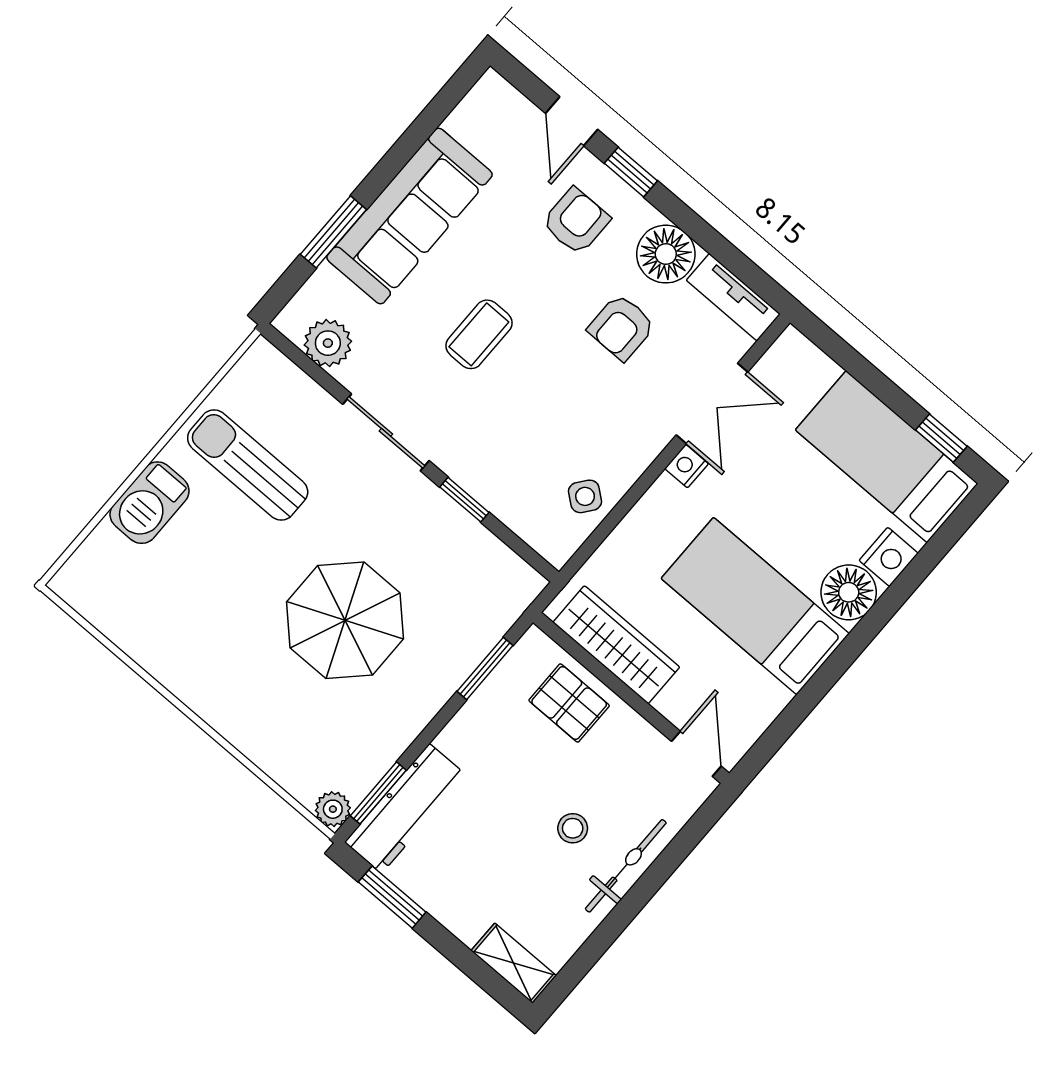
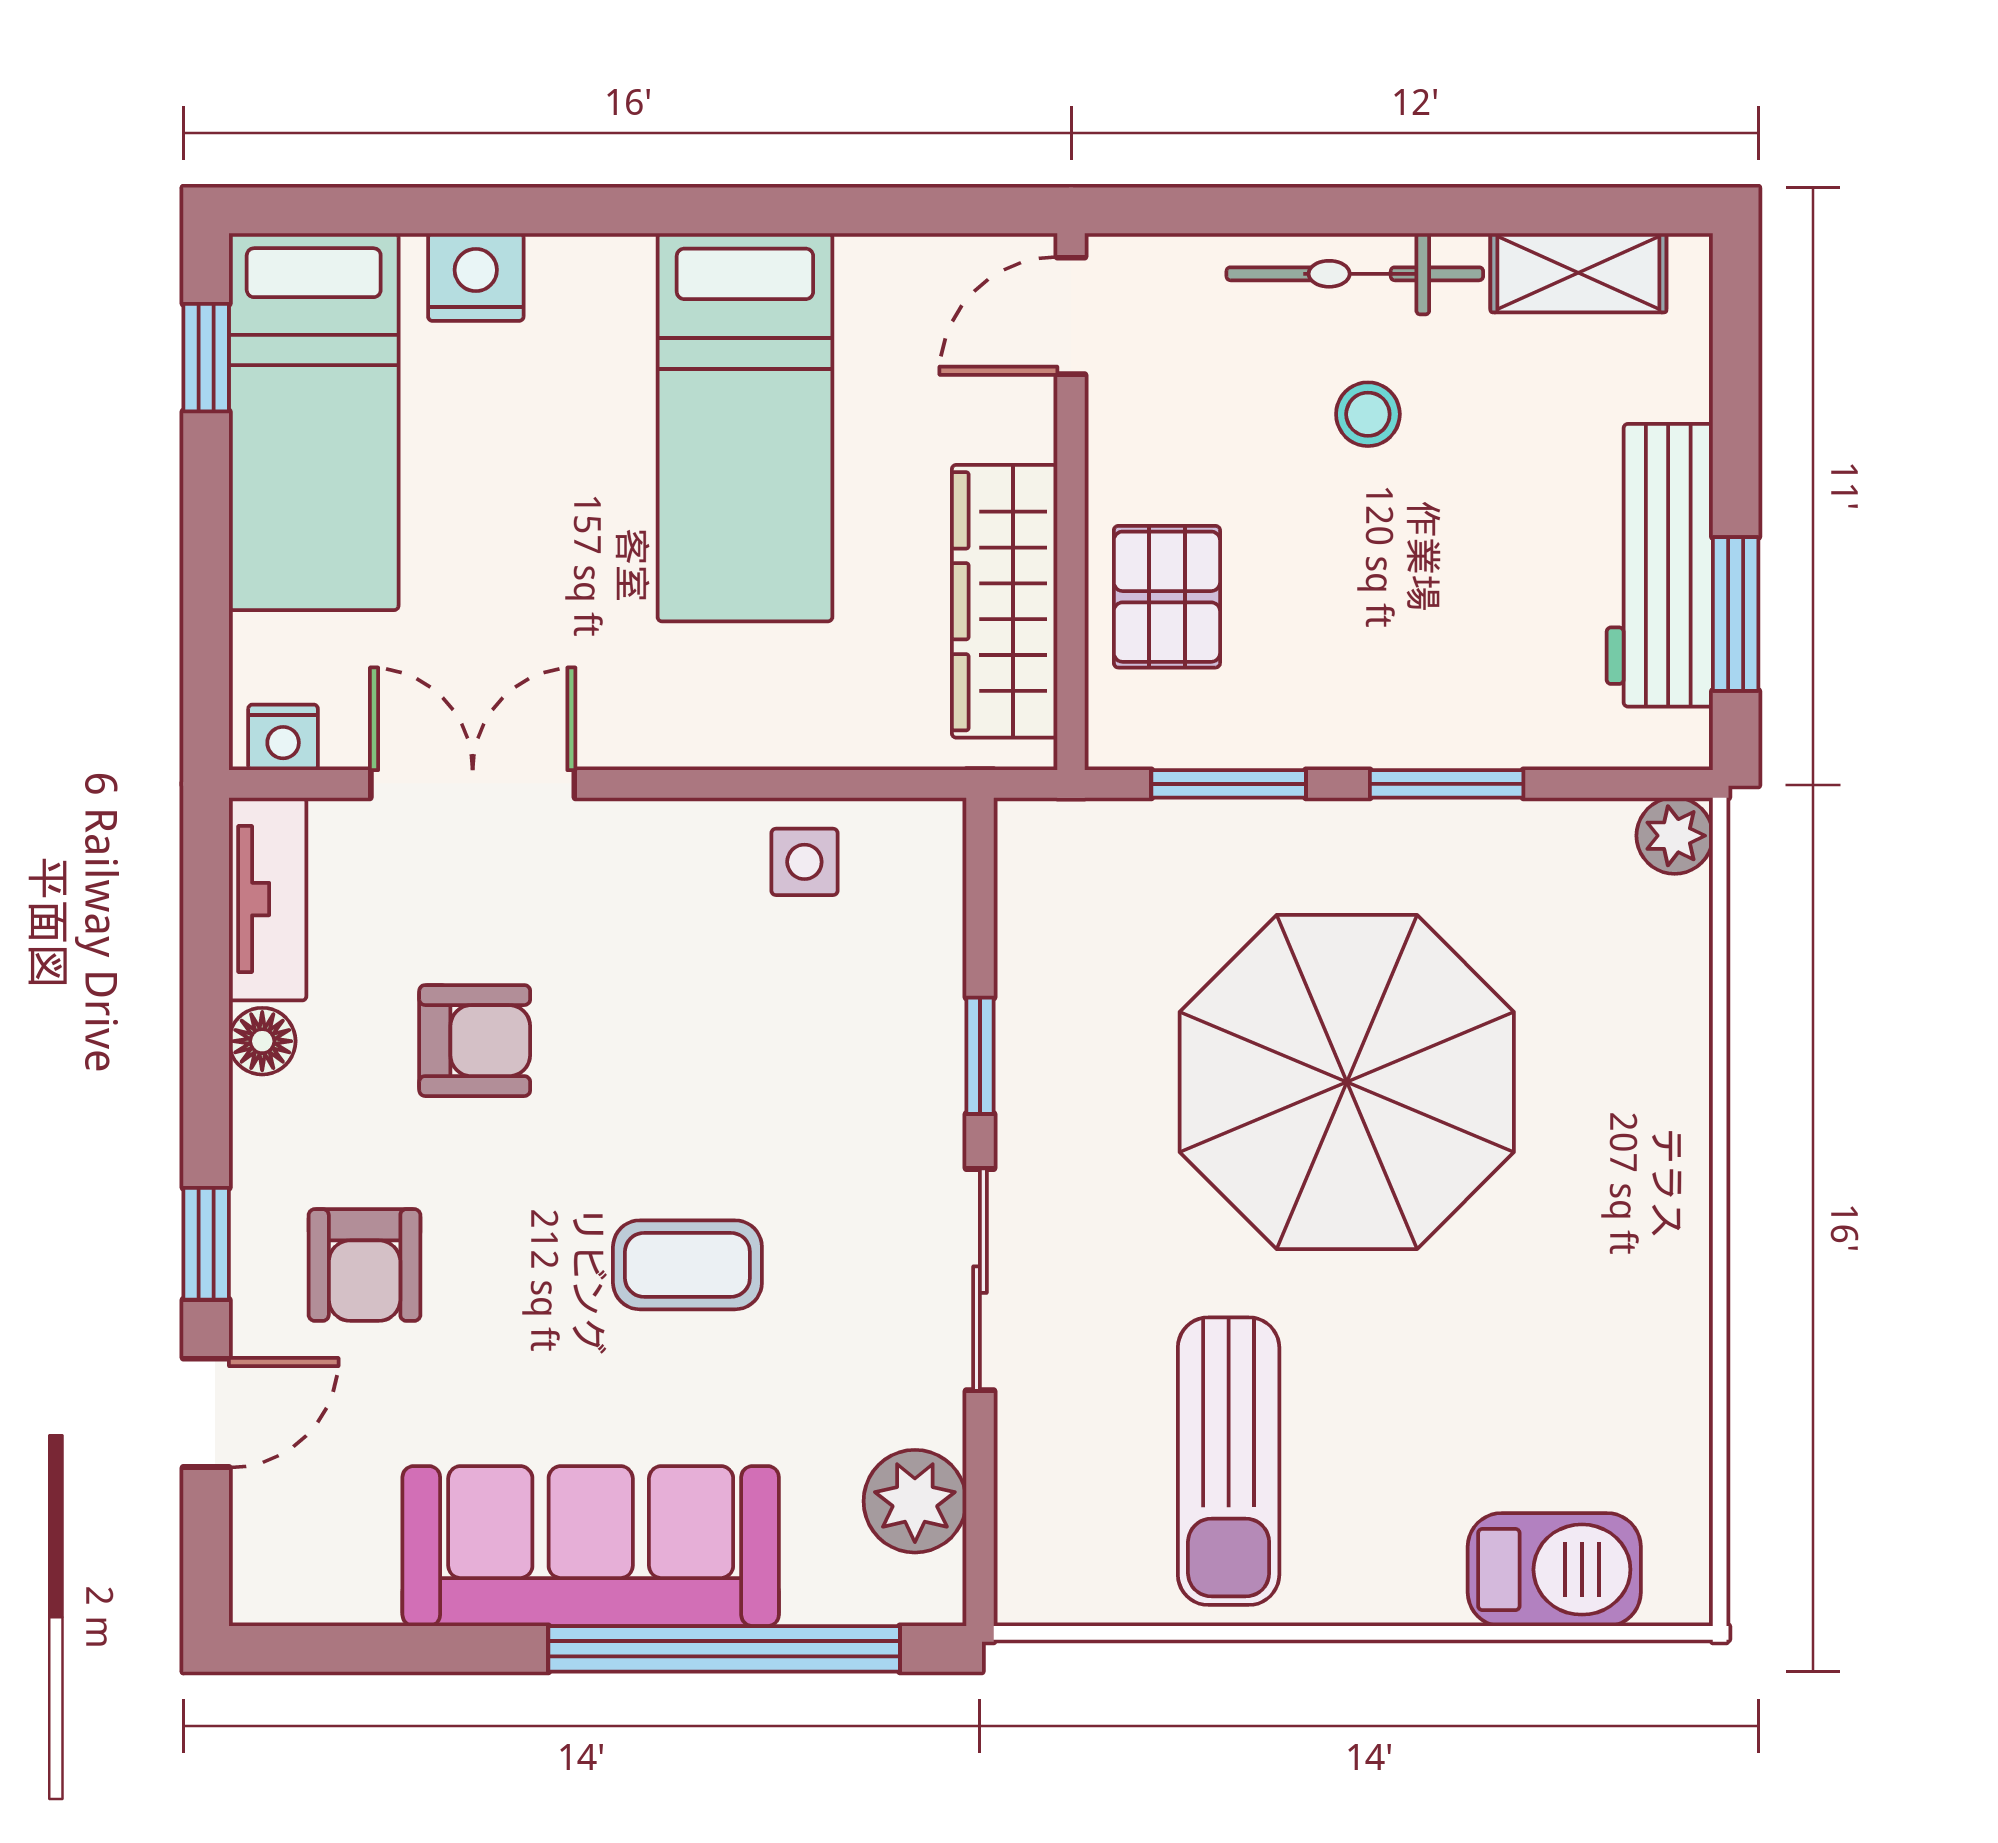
armchair: (576, 221) -> (365, 1265), turned -90
window: (333, 232) -> (724, 1649), width x2.11
floor lamp: (666, 254) -> (262, 1041), width x0.53, depth x0.53
nightstand: (687, 466) -> (283, 737), moved
side table: (585, 496) -> (804, 862), turned -38
barbecue: (150, 503) -> (1554, 1570), moved
floor lamp: (849, 592) -> (591, 293), removed
parasol: (345, 620) -> (1347, 1082), width x1.36, depth x1.36
window: (378, 793) -> (1447, 784), moved
workbench: (405, 809) -> (1660, 565), moved, turned -90
shelving: (514, 963) -> (1578, 273), moved, turned 90

